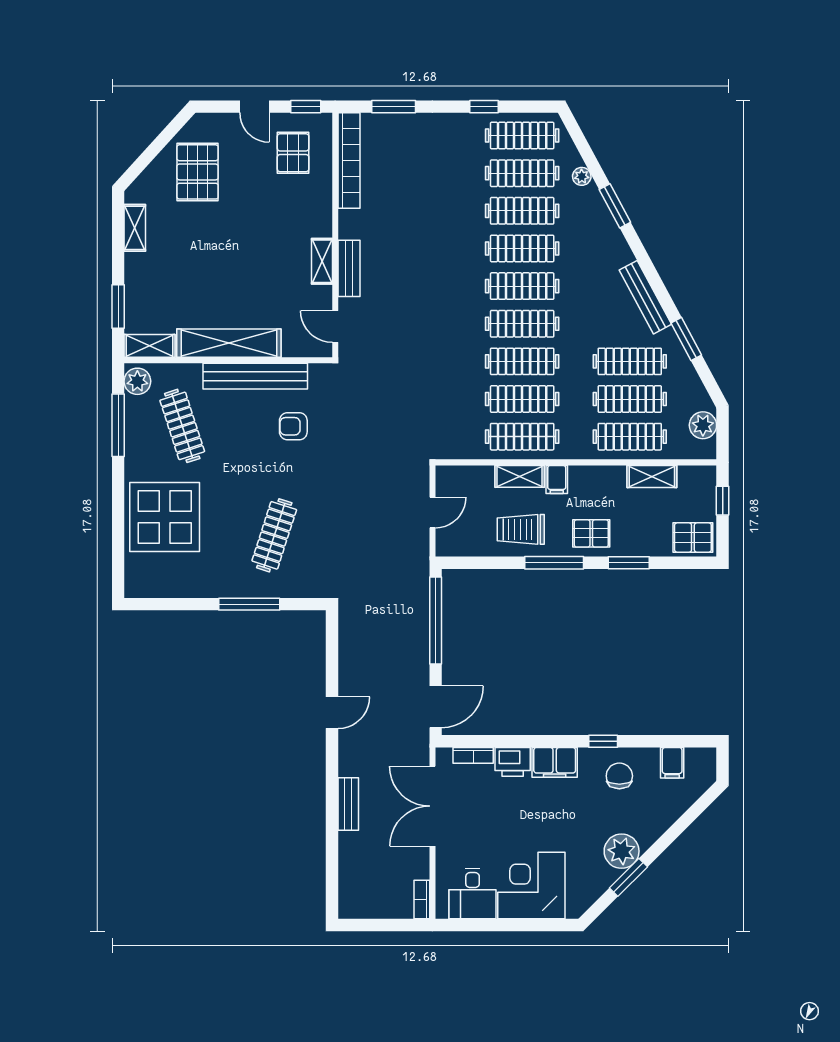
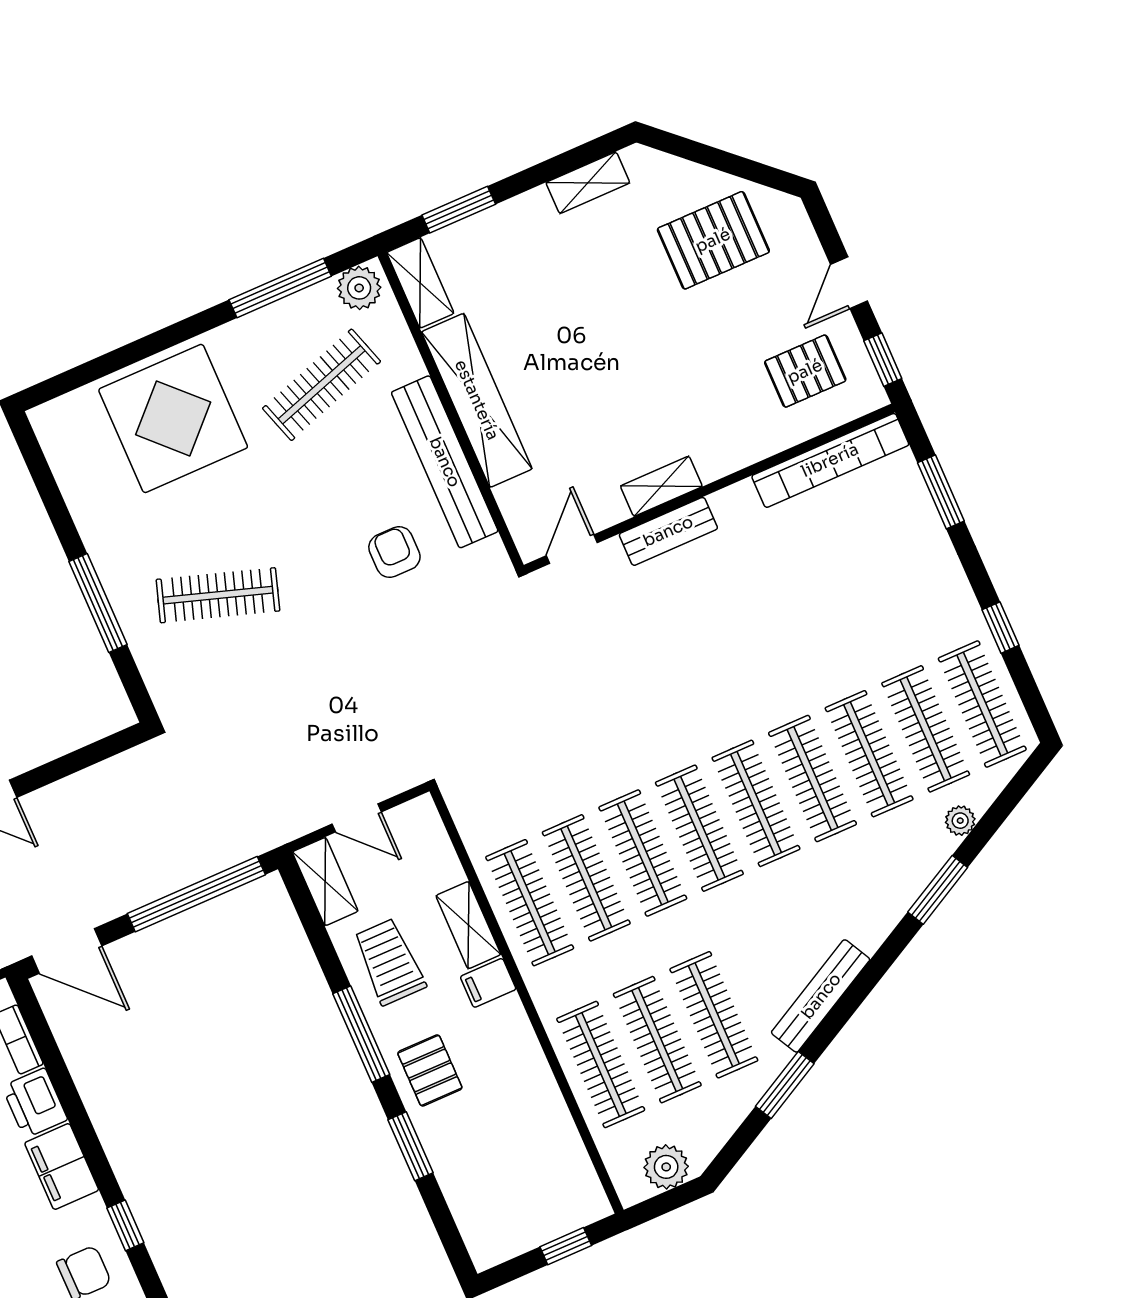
shelving: (652, 476) -> (325, 882), moved
pallet: (693, 538) -> (491, 1226), removed

